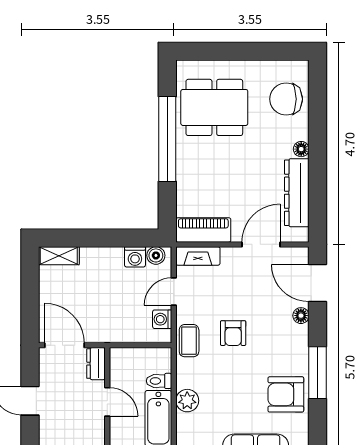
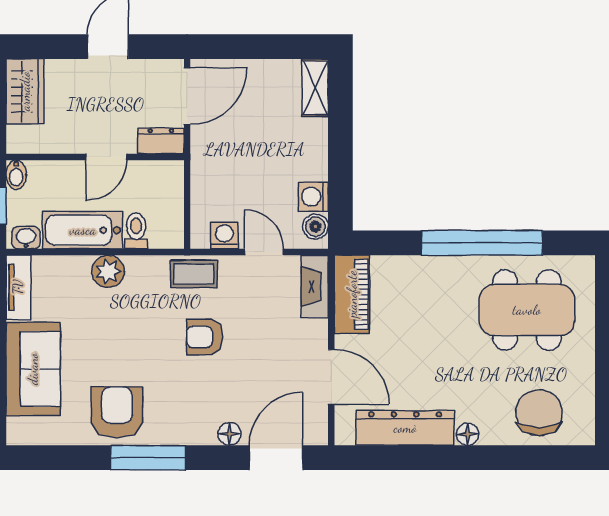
dining table: (214, 107) -> (527, 310), turned 90

